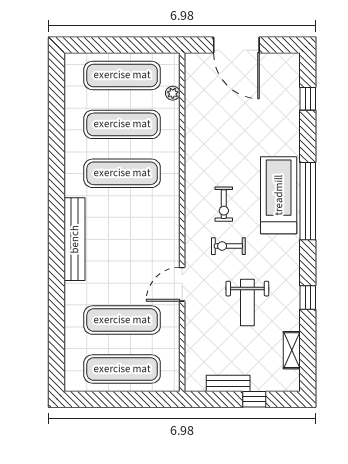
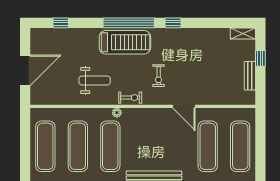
plant: (173, 93) -> (117, 113), moved
treadmill: (279, 195) -> (125, 42), turned 180
exercise bike: (224, 204) -> (130, 98), moved
window: (308, 298) -> (173, 23), moved
weight bench: (247, 303) -> (95, 81), moved
shelving: (292, 350) -> (243, 34), moved

